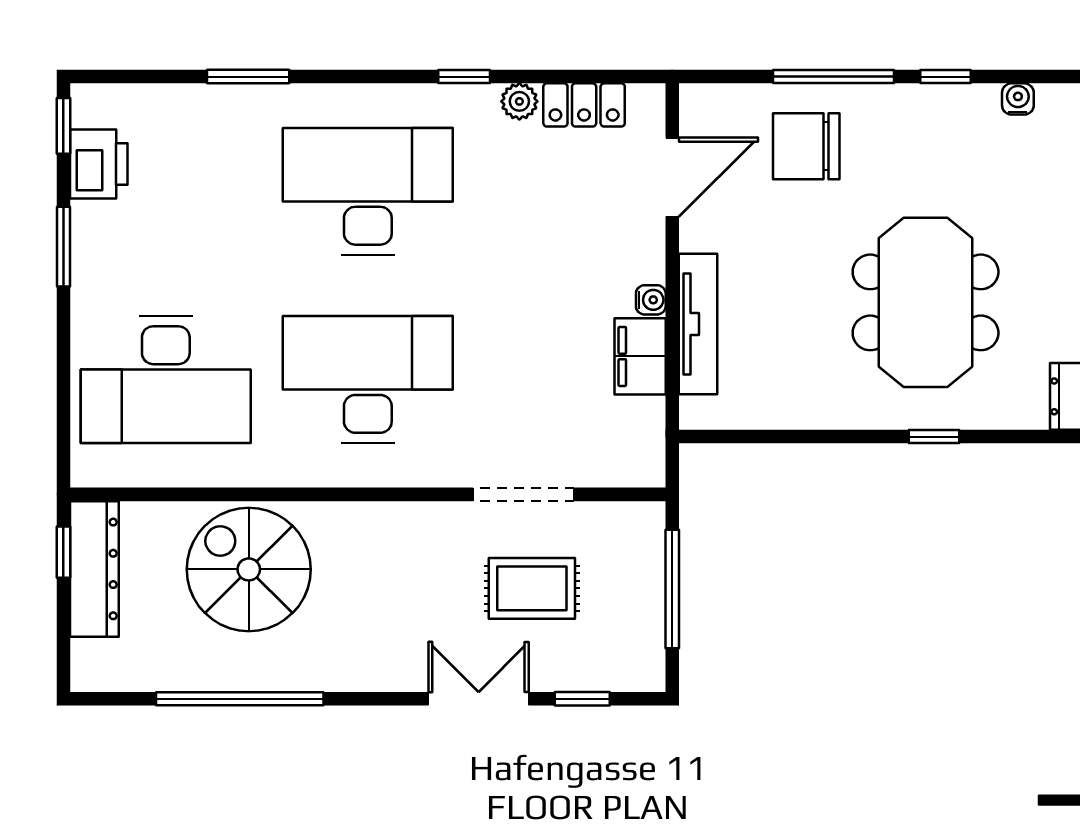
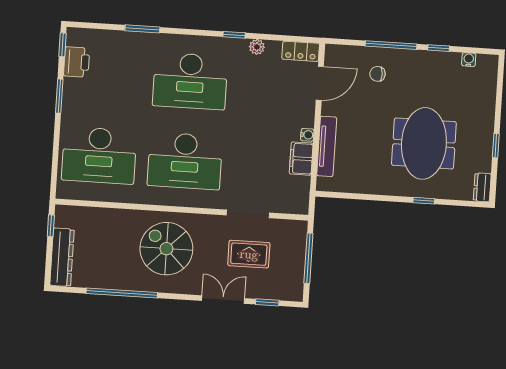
locker: (584, 105) -> (301, 51), moved
chair: (806, 146) -> (378, 74), width x0.54, depth x0.54
desk: (368, 191) -> (190, 81), turned 180
desk: (368, 380) -> (185, 161), turned 180
dresser: (94, 569) -> (62, 257), moved
spiral stairs: (249, 569) -> (166, 249), moved

